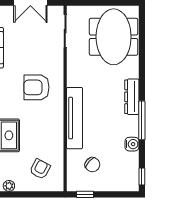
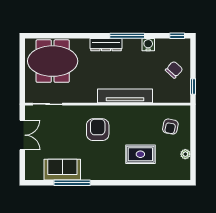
armchair: (36, 87) -> (98, 130), turned 180
chair: (92, 165) -> (174, 70), moved
armchair: (40, 169) -> (170, 127), turned -107

